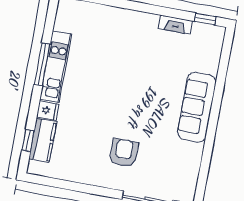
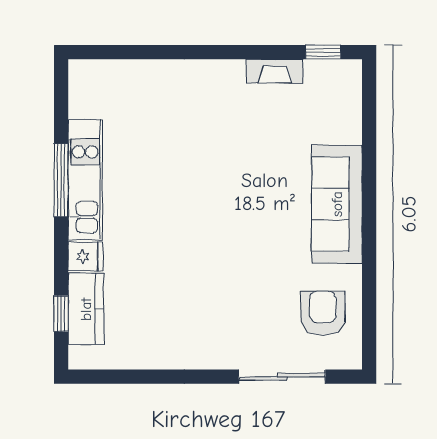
armchair: (124, 153) -> (323, 313), moved

